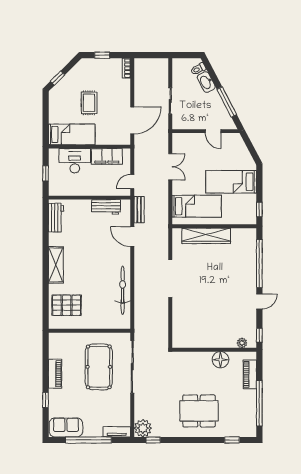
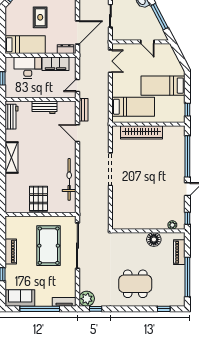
dresser: (118, 140) -> (66, 49), added
double door: (170, 167) -> (110, 61), moved
workbench: (106, 207) -> (44, 107), moved
pallet: (67, 305) -> (38, 199), moved, turned 90

